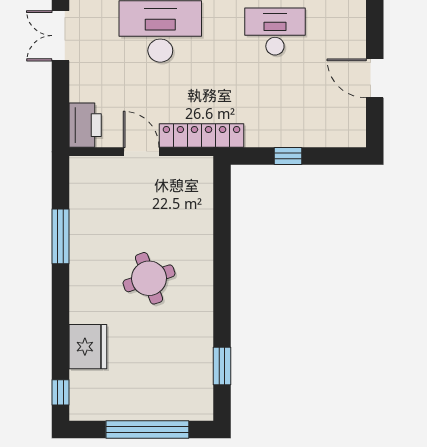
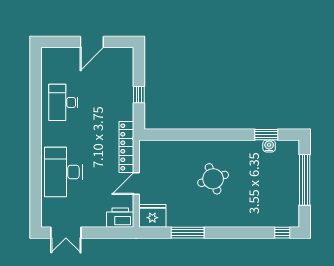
fridge: (88, 347) -> (152, 216), moved
water cooler: (203, 371) -> (269, 146), added

